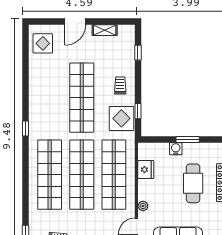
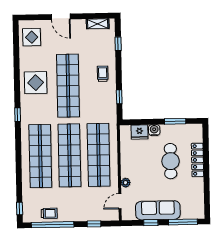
door: (75, 22) -> (61, 17), hinge flipped
shelving: (105, 30) -> (98, 24), moved
display table: (121, 118) -> (36, 83), moved
window: (188, 140) -> (175, 121), moved
fridge: (146, 170) -> (139, 132), moved, turned 90

